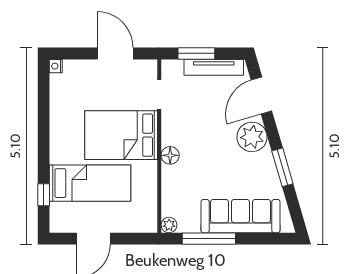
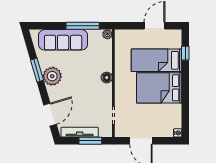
bed: (121, 135) -> (159, 88), moved, turned 180
plant: (252, 137) -> (52, 76), moved

